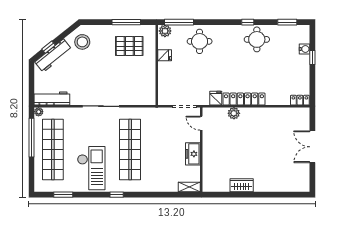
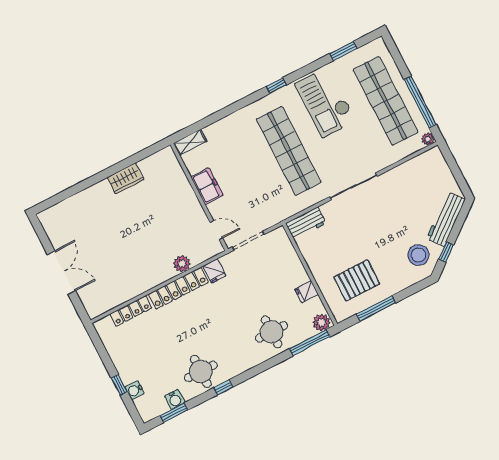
water cooler: (282, 30) -> (175, 399), added
window: (49, 47) -> (446, 252), moved
workbench: (52, 98) -> (306, 223), moved, width x0.73
locker: (300, 100) -> (131, 311), moved, width x1.53

